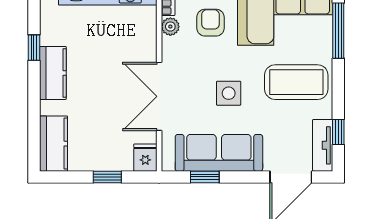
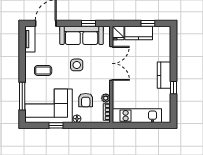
coffee table: (296, 82) -> (43, 70), width x0.54, depth x0.58
window: (338, 132) -> (22, 46), removed
kitchen counter: (54, 144) -> (139, 33), moved, turned -90
window: (107, 177) -> (148, 23), moved

